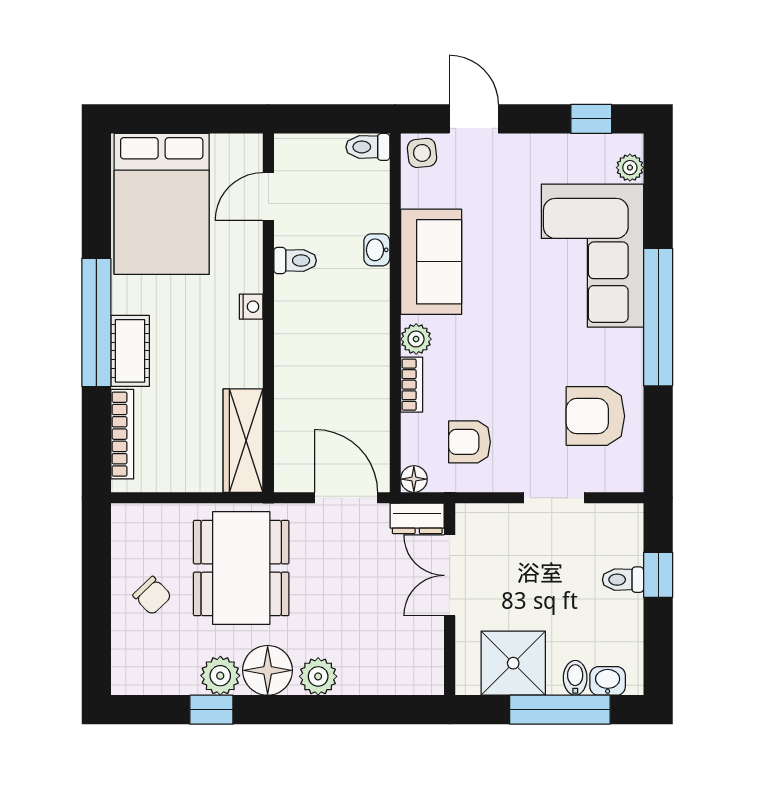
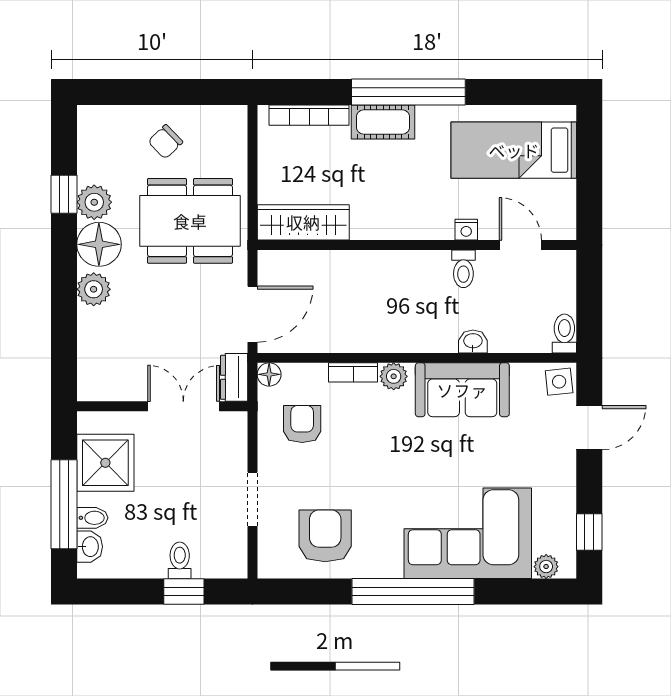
bed: (162, 204) -> (514, 150), width x0.67
nightstand: (251, 307) -> (466, 230), moved

